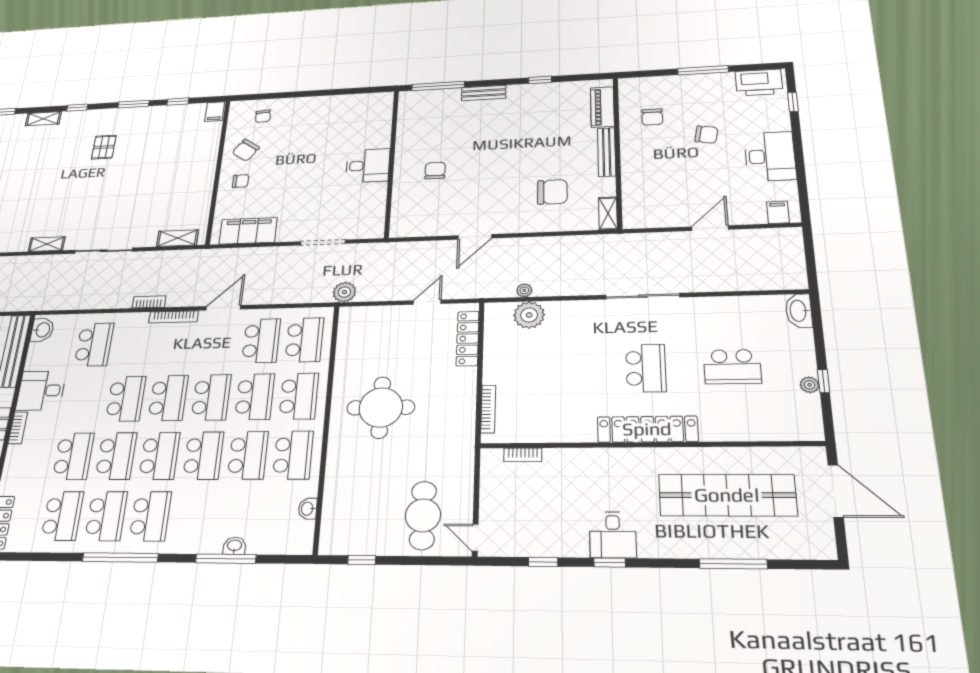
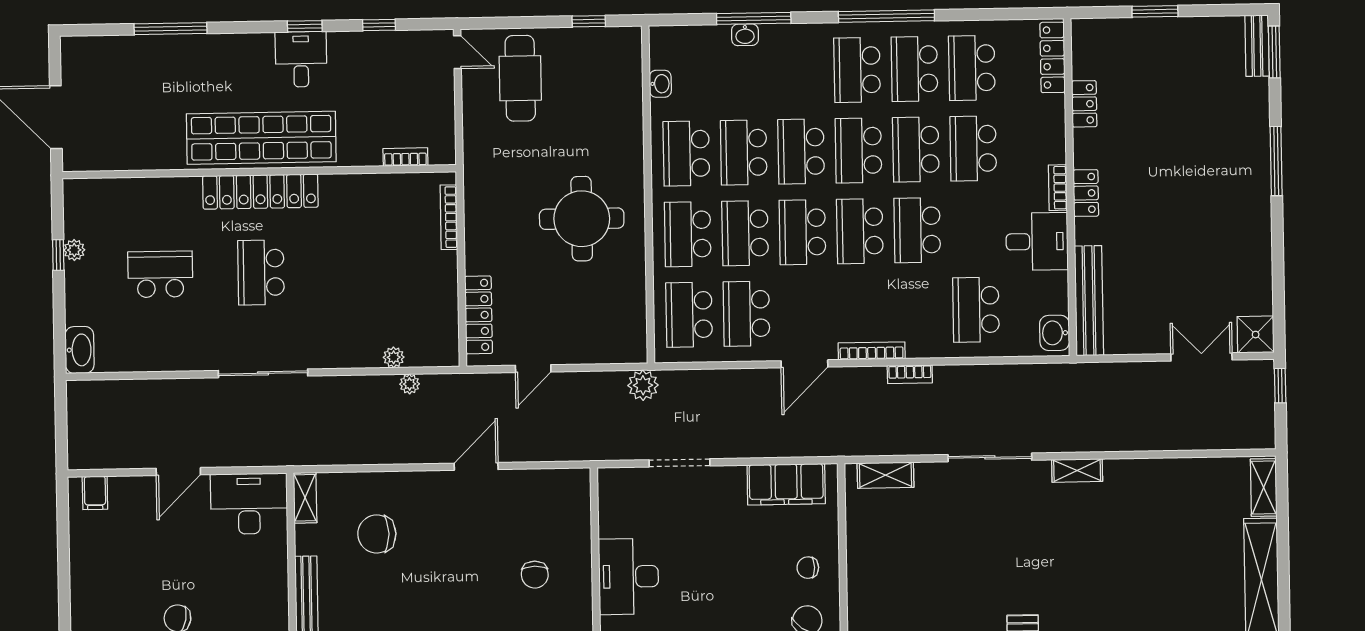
desk: (770, 156) -> (249, 504), moved, turned 90
desk: (368, 166) -> (629, 576), width x1.37
plant: (529, 315) -> (394, 357), width x0.53, depth x0.53
shop shelf: (727, 495) -> (261, 138), moved

